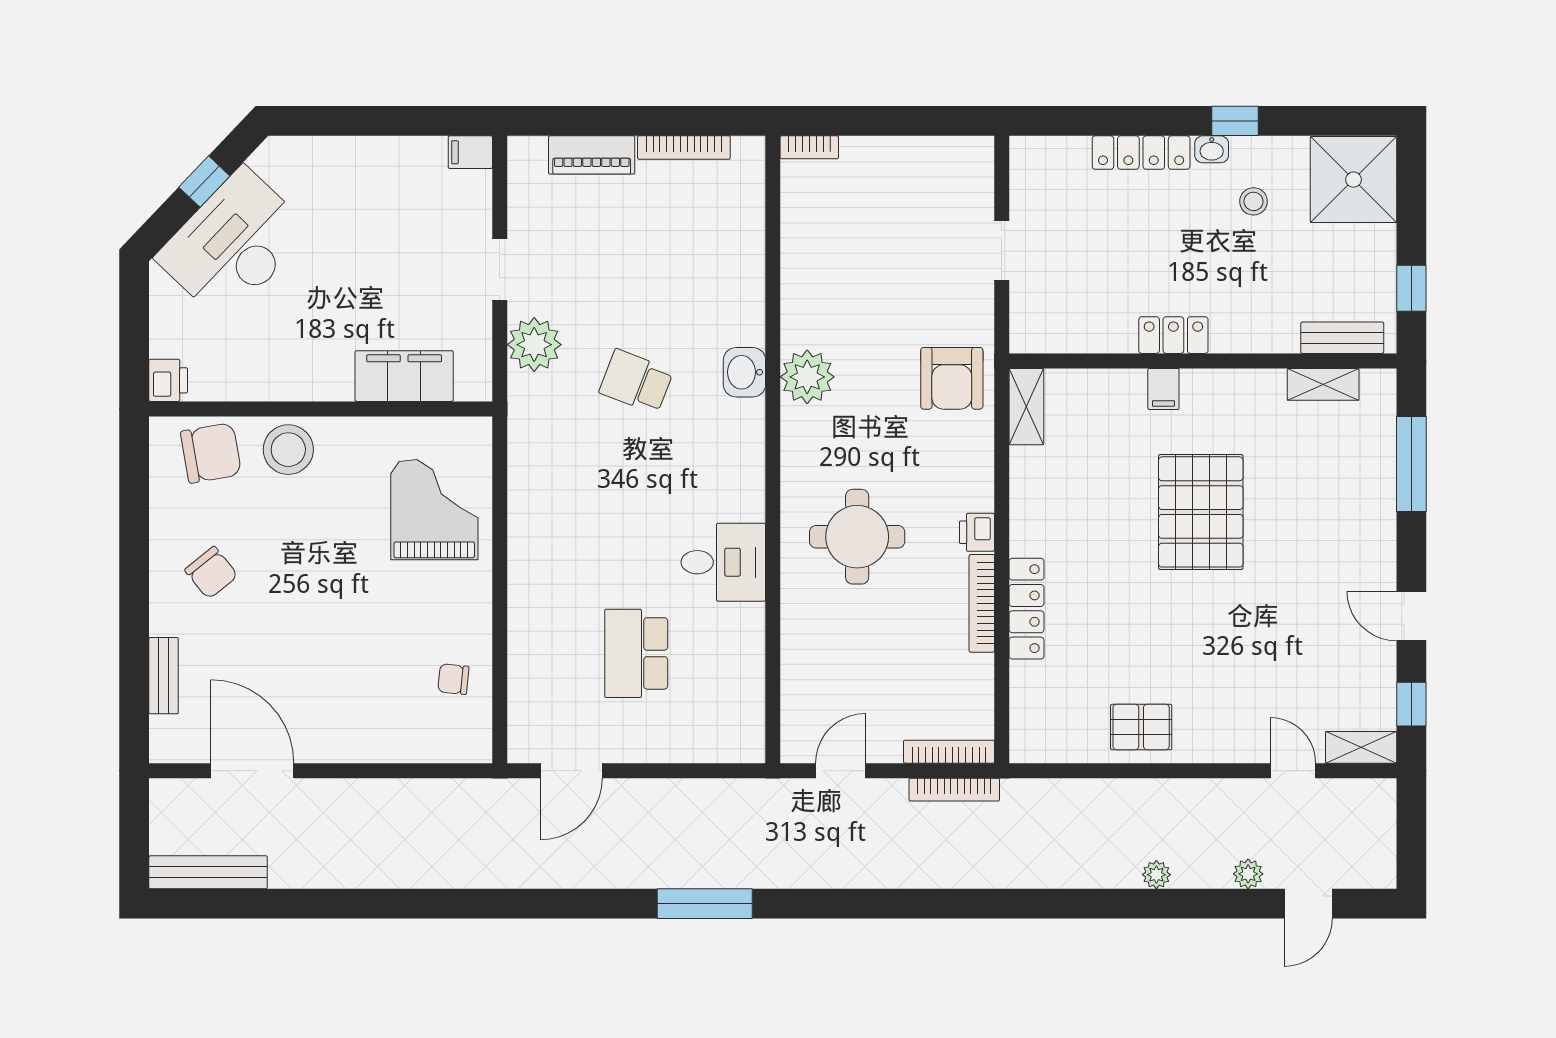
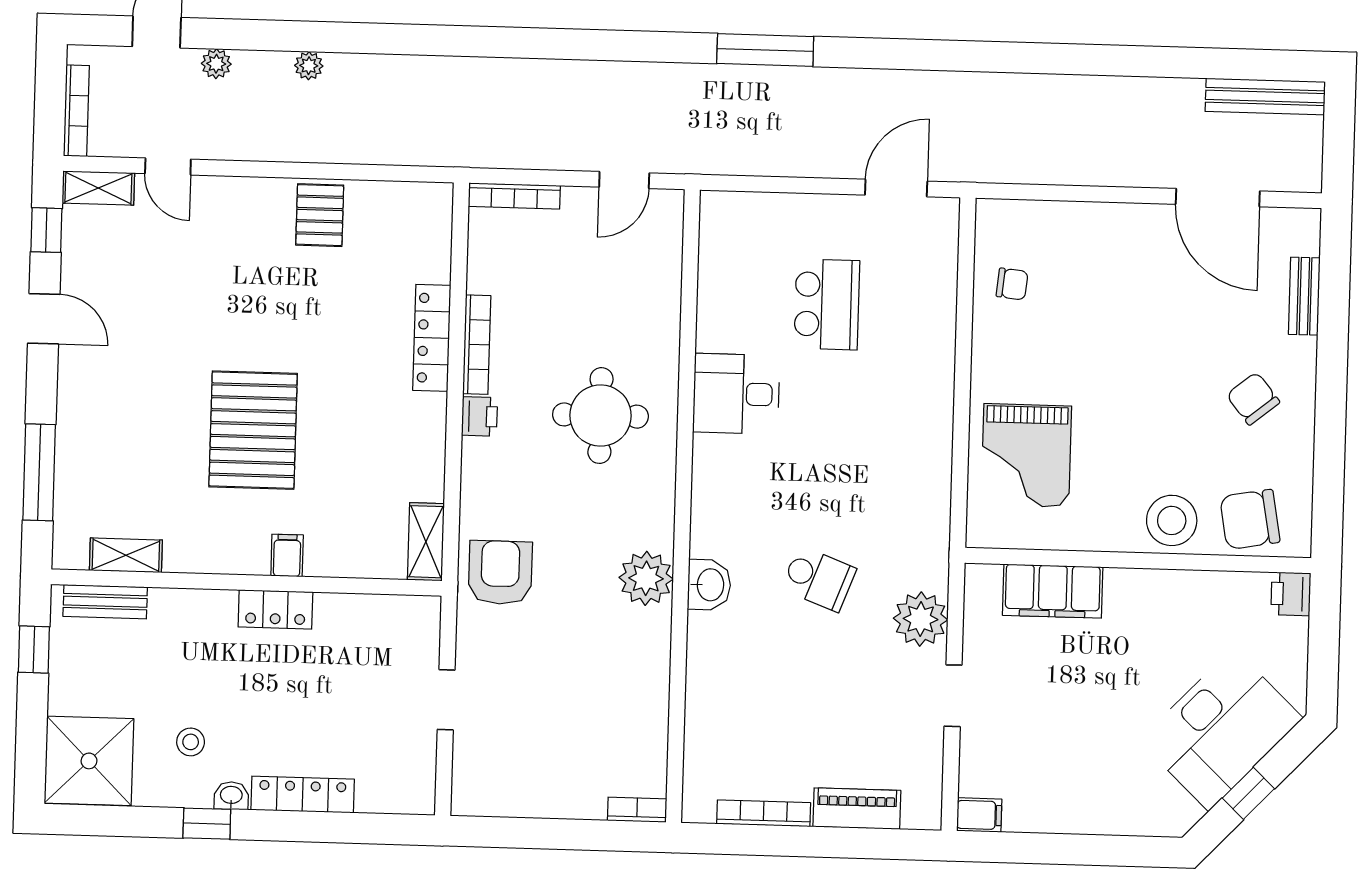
pallet: (1141, 727) -> (320, 215), turned 90
bookcase: (954, 790) -> (76, 111), moved, turned 90

